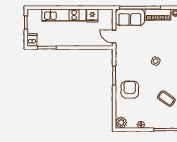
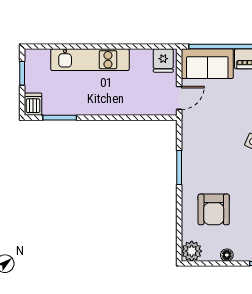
fridge: (92, 15) -> (163, 61), moved
door: (114, 36) -> (179, 98), swing flipped
armchair: (130, 90) -> (214, 209), moved, turned 180

